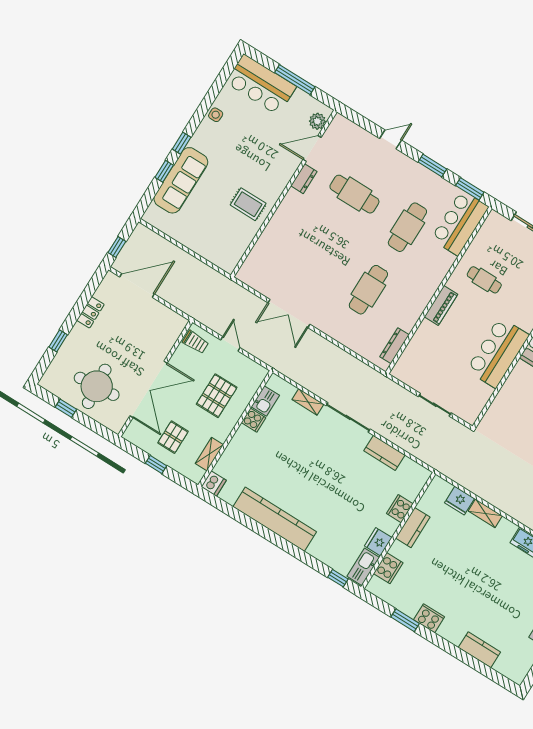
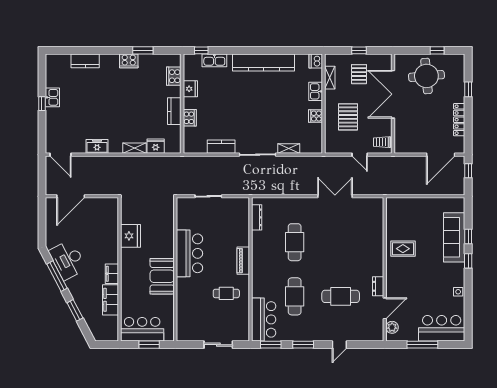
locker: (90, 312) -> (459, 120), width x1.53
kitchen sink: (265, 401) -> (316, 91), moved
kitchen sink: (363, 567) -> (214, 60), moved, turned 90

